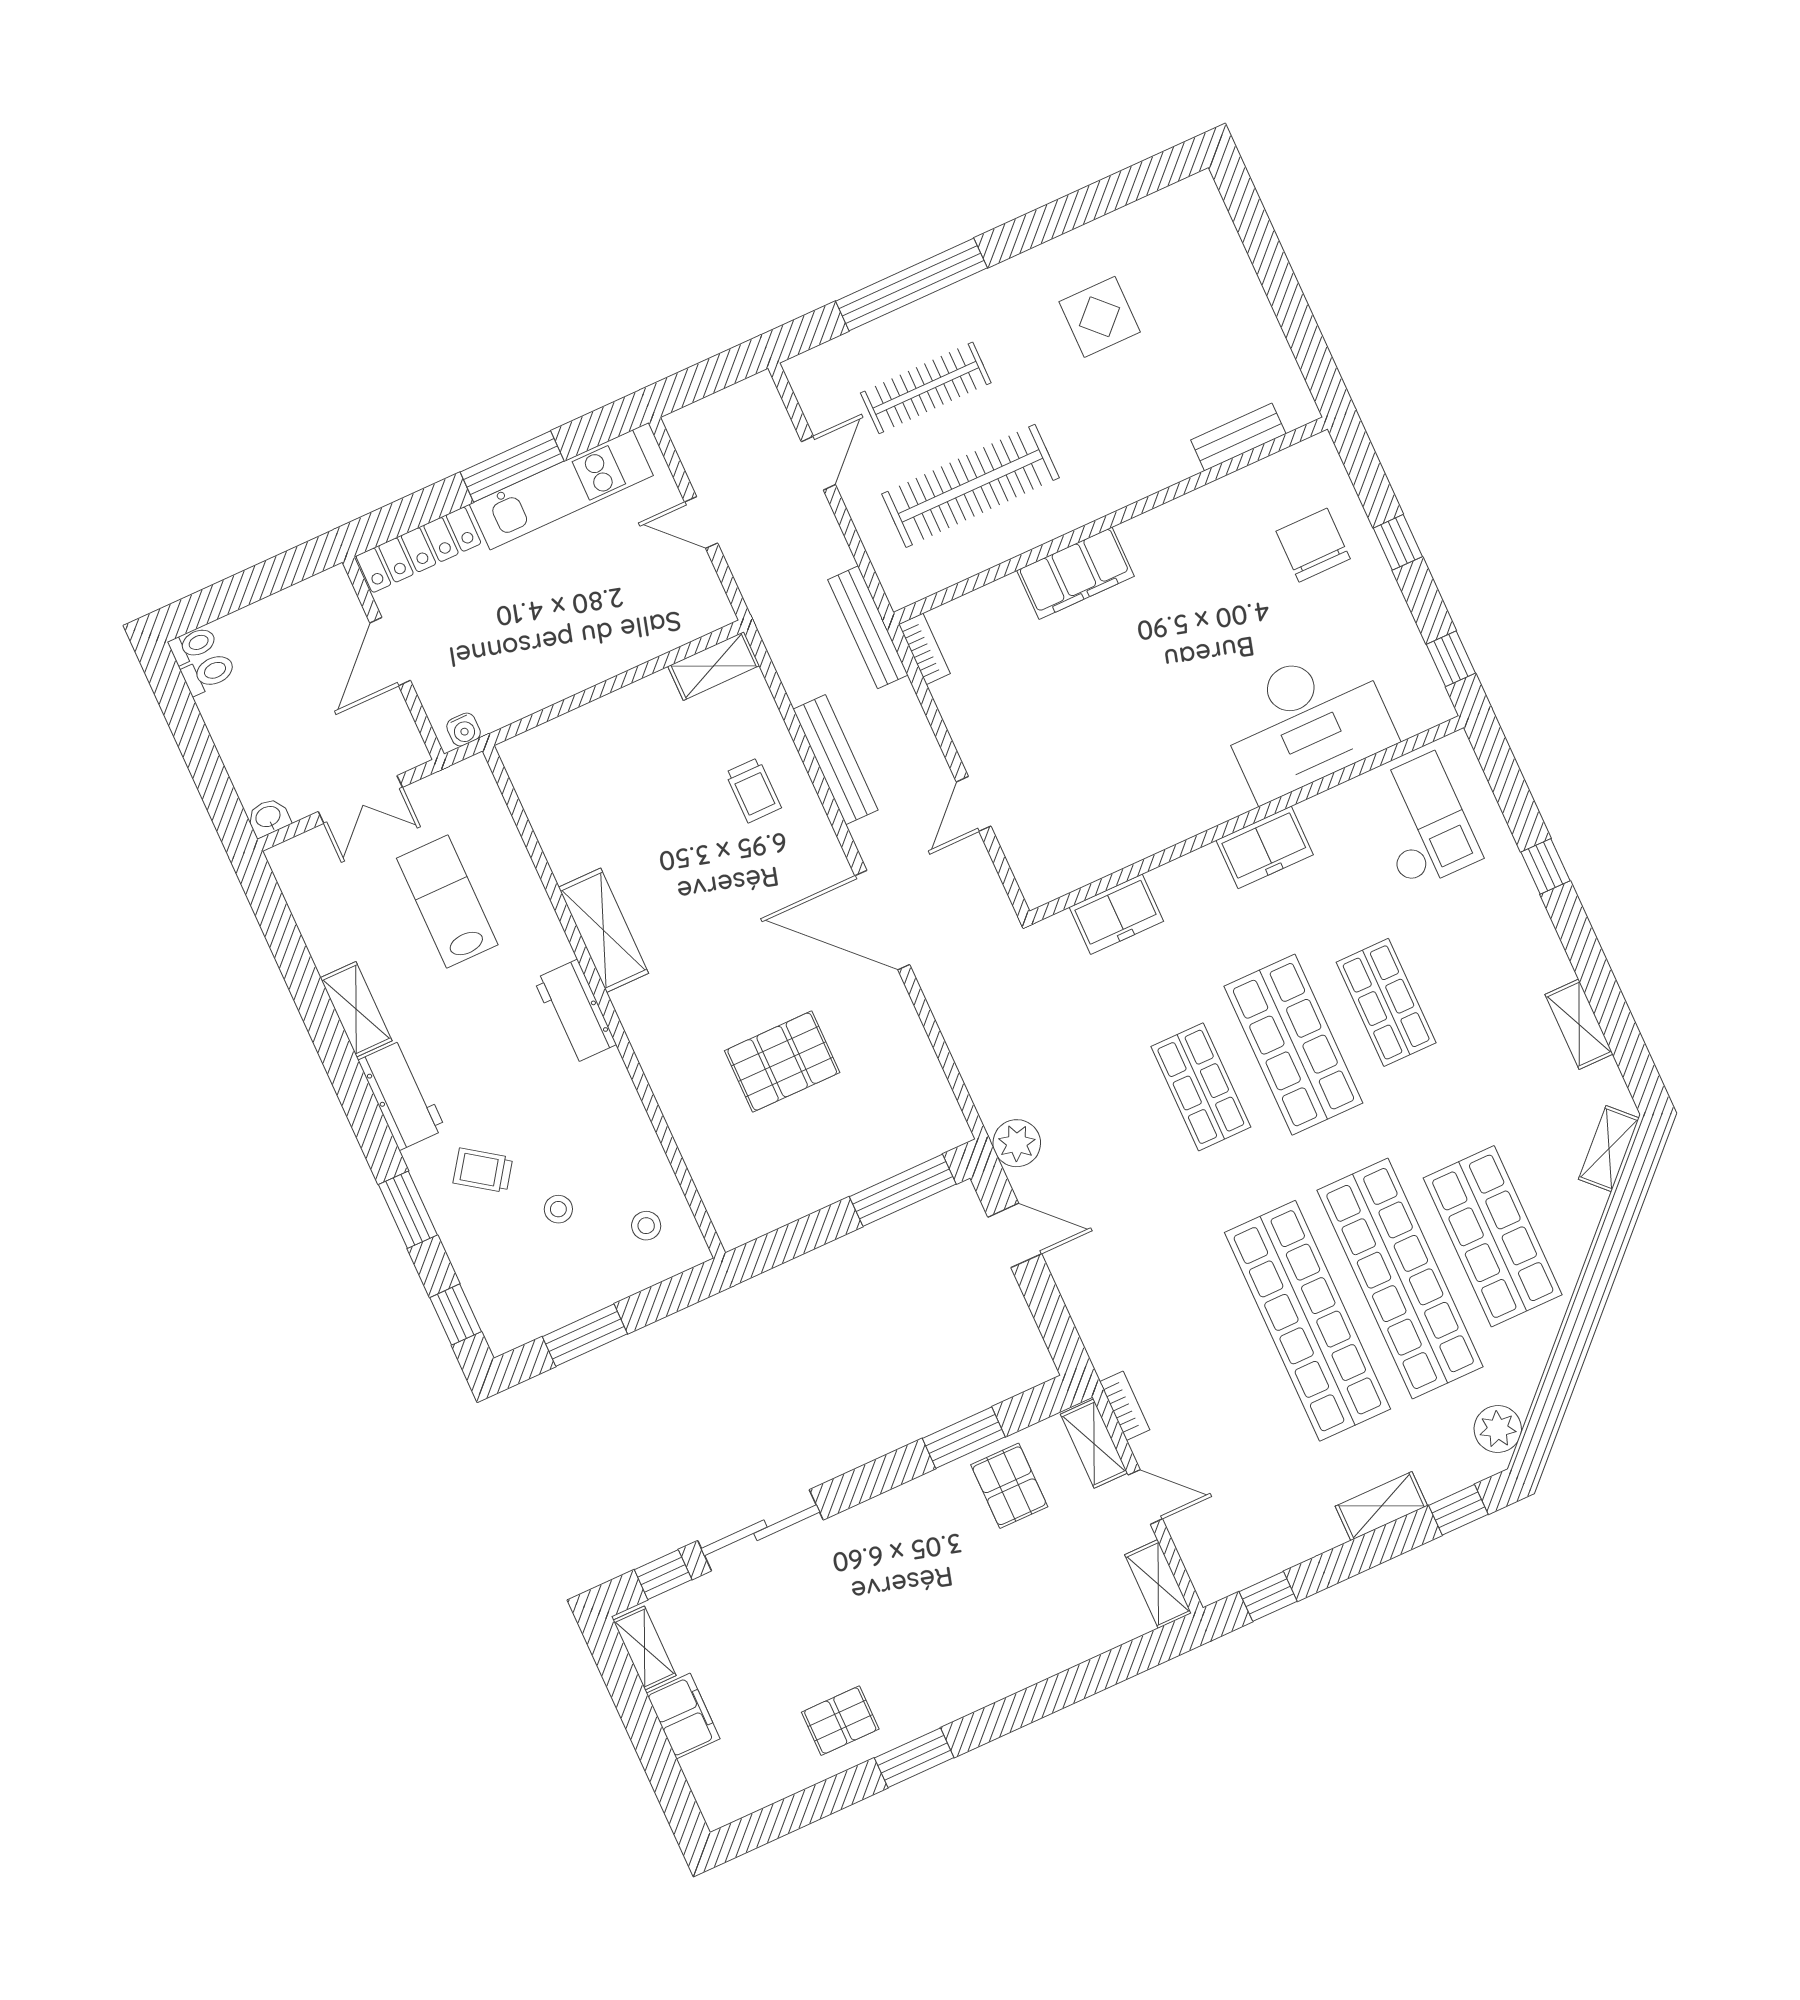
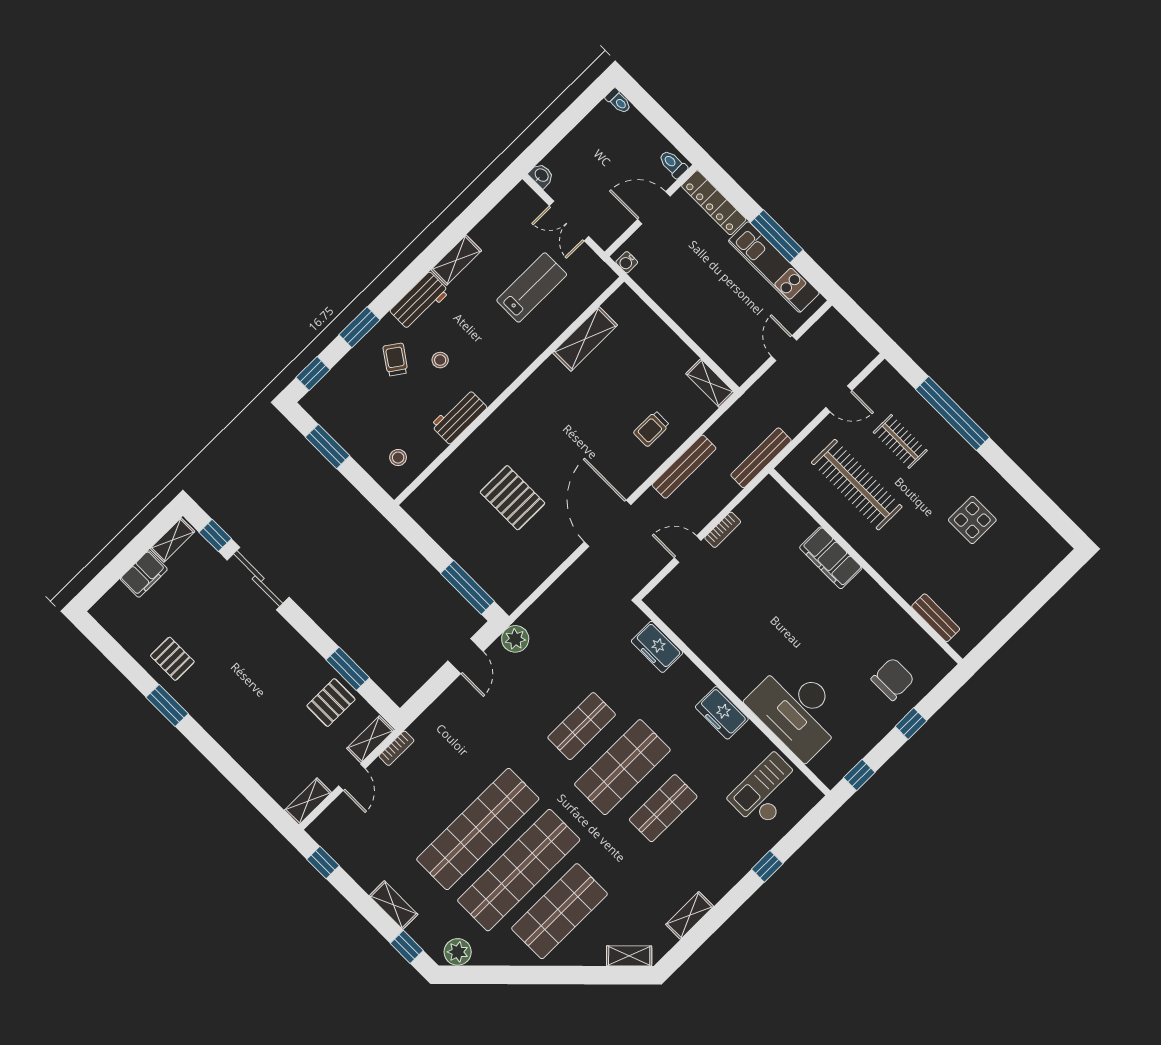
clothes rail: (926, 388) -> (900, 441), width x0.73
bookcase: (924, 649) -> (723, 530), moved
toilet: (209, 673) -> (673, 164), moved, turned 180
checkout: (1421, 821) -> (767, 791), turned 180
shelving: (604, 930) -> (585, 339), moved
workbench: (575, 1012) -> (459, 416), moved
stool: (558, 1209) -> (440, 360), moved

